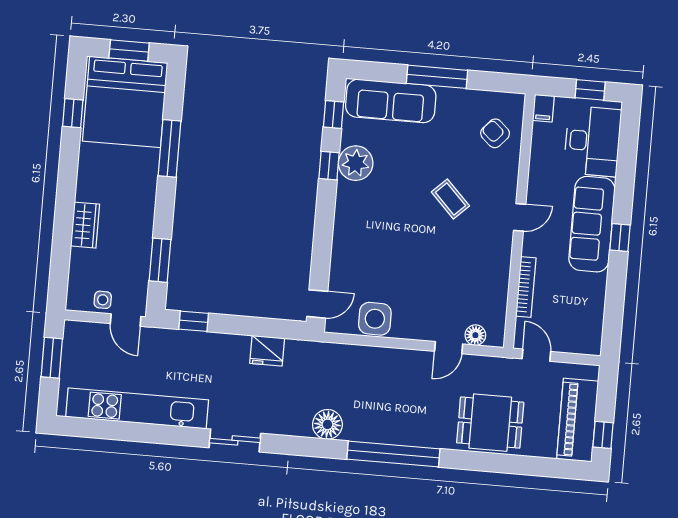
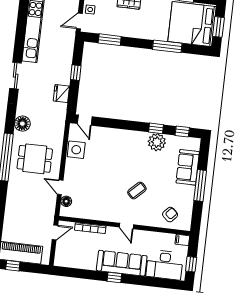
sofa: (391, 101) -> (188, 167), width x0.73
window: (194, 321) -> (76, 73), moved
dining table: (490, 423) -> (35, 159), moved, turned 90

